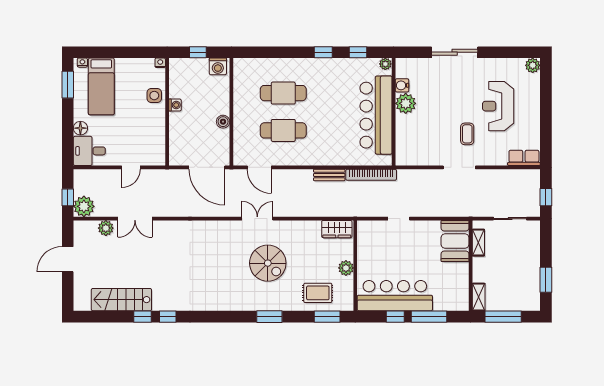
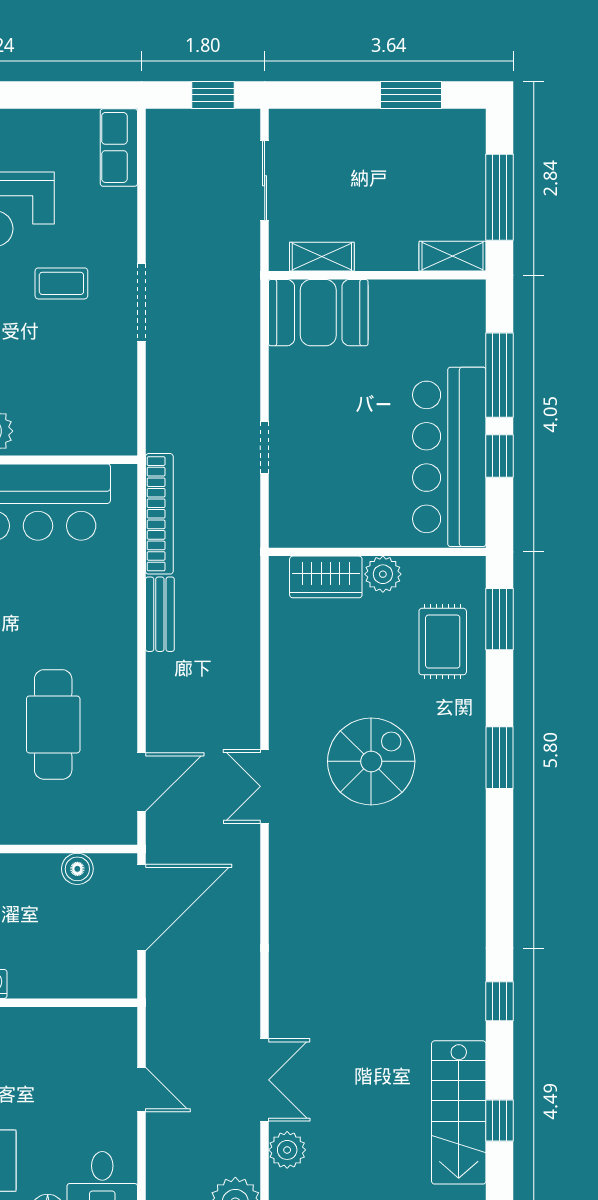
boiler: (223, 122) -> (77, 869), moved
wardrobe: (337, 229) -> (326, 577), moved, turned 90
window: (143, 317) -> (499, 1121), moved

